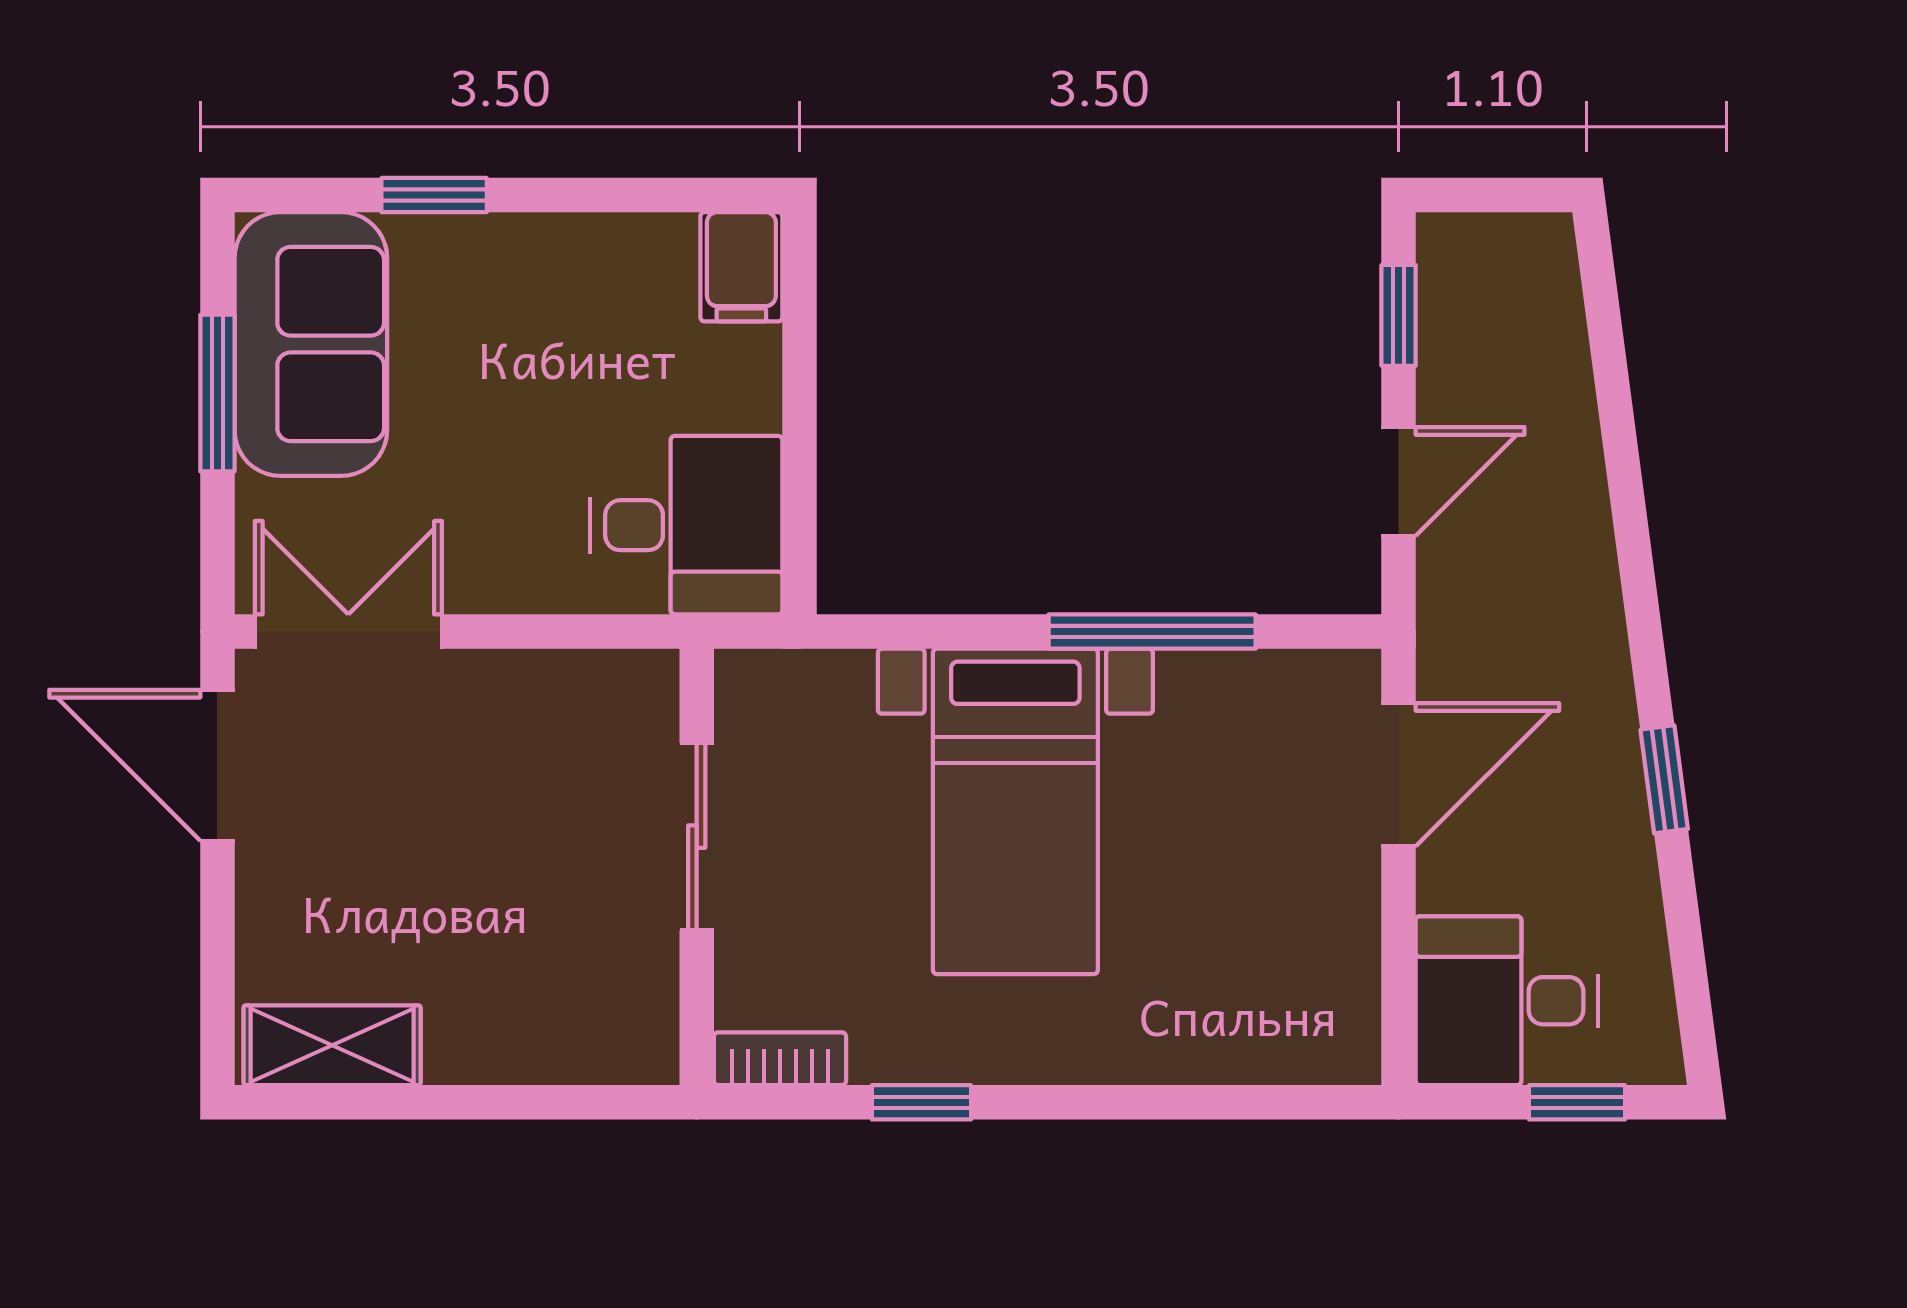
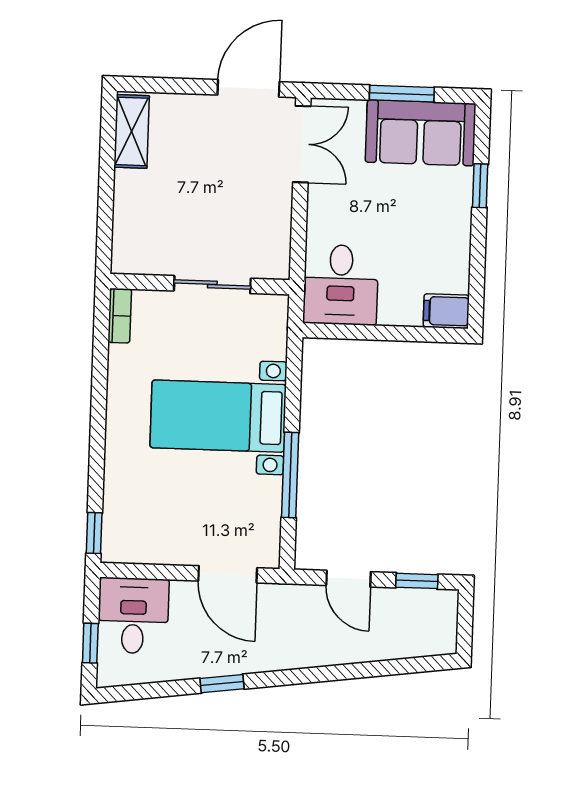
window: (921, 1102) -> (94, 533), moved

